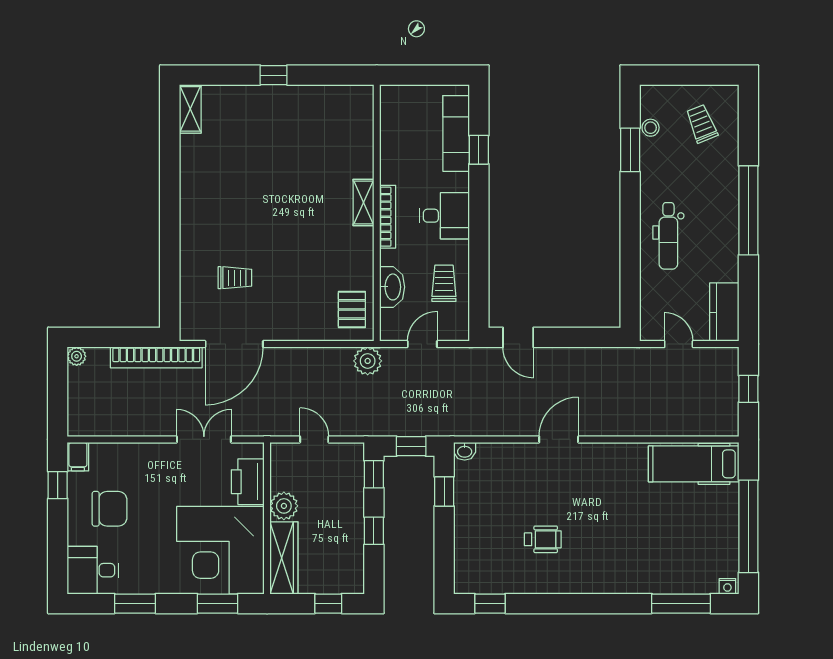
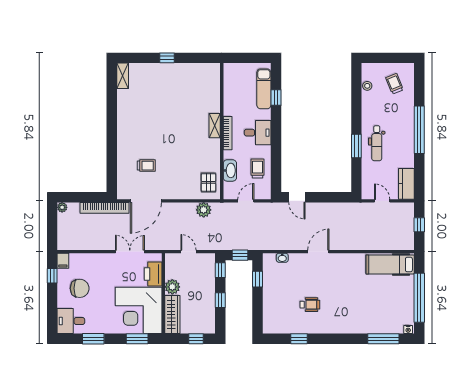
window: (630, 150) -> (356, 146), moved
plant: (368, 361) -> (204, 210), moved
washbasin: (465, 451) -> (282, 258), moved
window: (490, 604) -> (299, 339), moved

